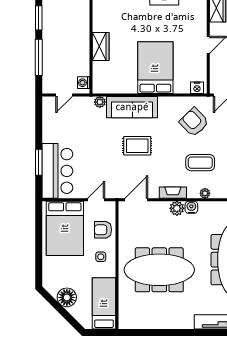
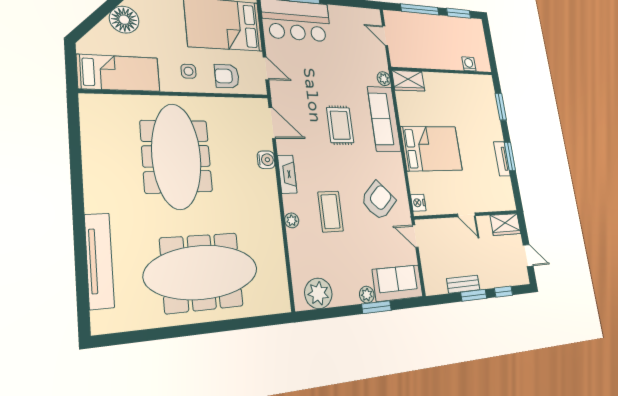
wardrobe: (101, 47) -> (408, 81), moved
washing machine: (84, 83) -> (469, 64), moved
water cooler: (191, 207) -> (266, 160), moved
plant: (177, 208) -> (267, 180), removed
armchair: (103, 230) -> (227, 76), turned -90

